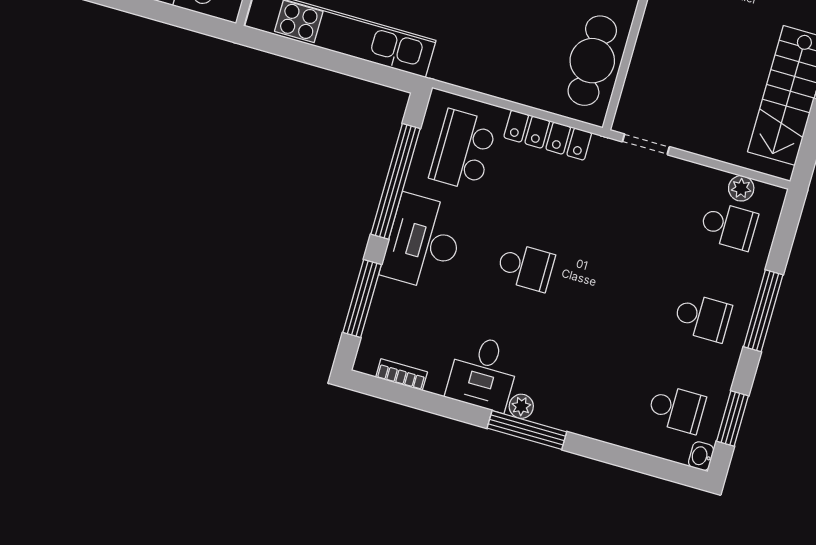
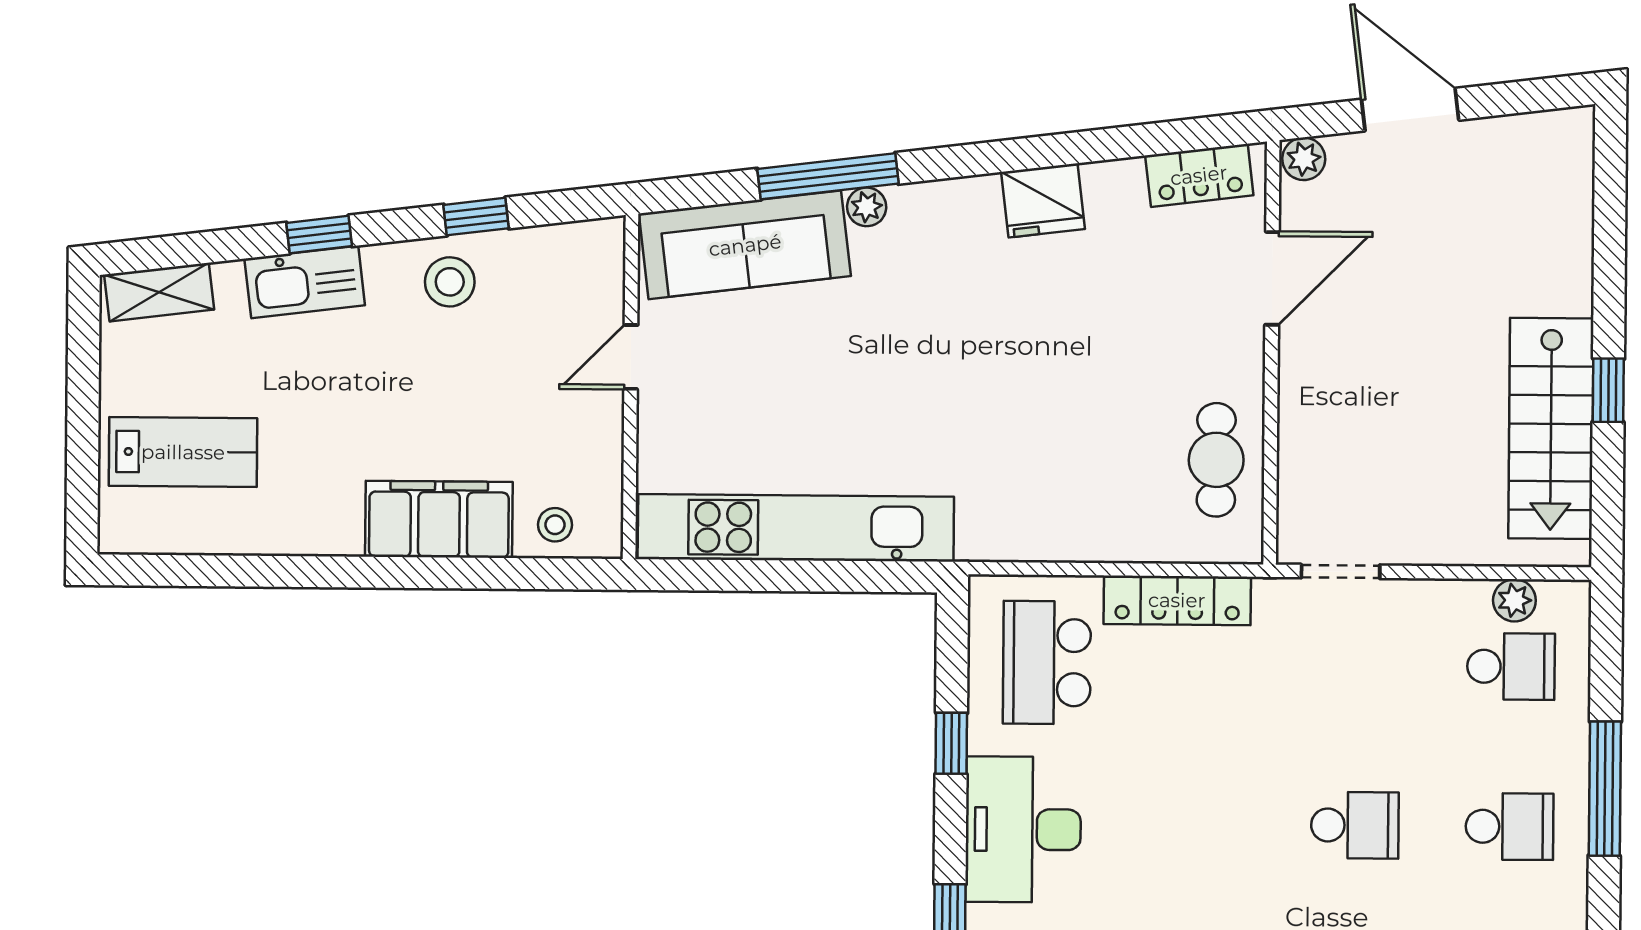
cafe table: (592, 61) -> (1216, 460), width x0.73, depth x0.74
window: (395, 181) -> (951, 743), width x0.32
school desk: (526, 267) -> (1355, 825), moved

